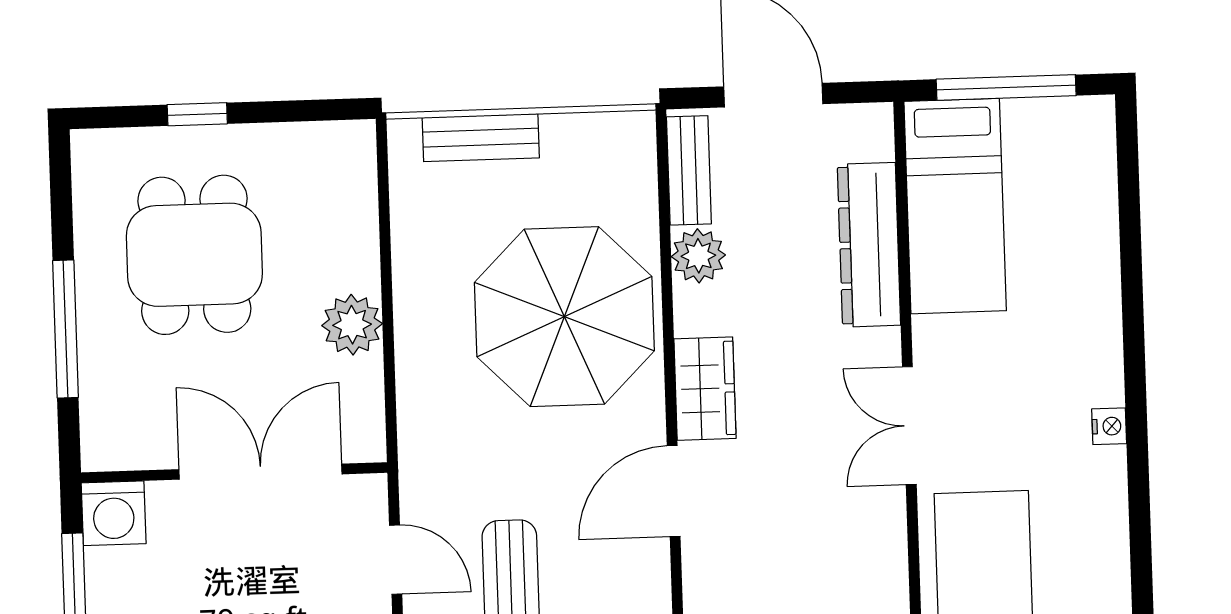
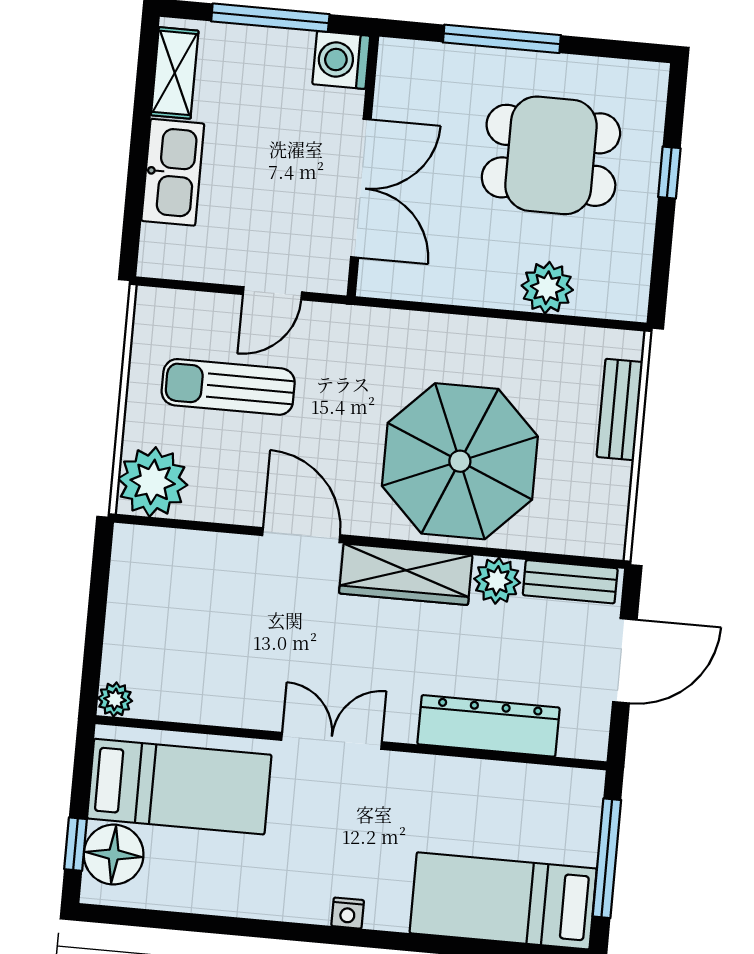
bed: (955, 206) -> (503, 901), moved
plant: (352, 325) -> (547, 288), moved
wardrobe: (705, 389) -> (406, 574), width x1.50
nightstand: (1109, 426) -> (348, 913), moved

